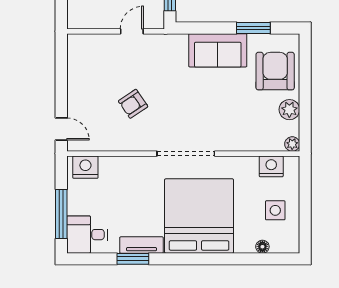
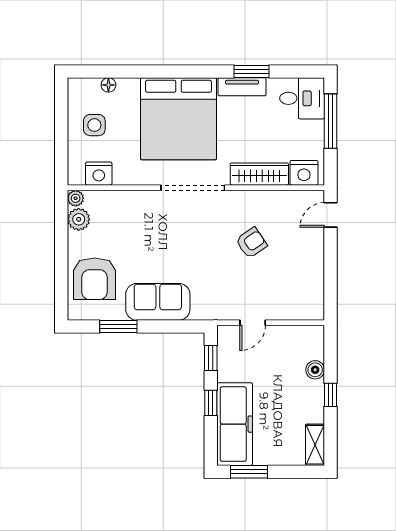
plant: (289, 110) -> (79, 219), moved
door: (61, 129) -> (331, 215), hinge flipped
wardrobe: (126, 166) -> (259, 174), added

